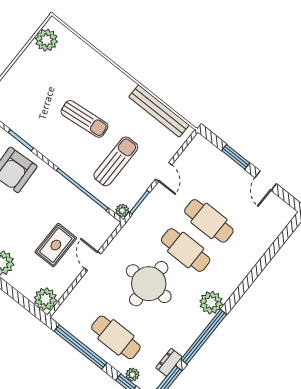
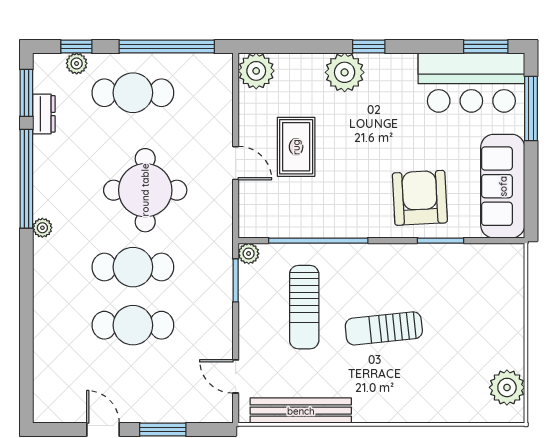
door: (164, 172) -> (236, 376), moved
plant: (211, 303) -> (42, 228), width x0.53, depth x0.53

